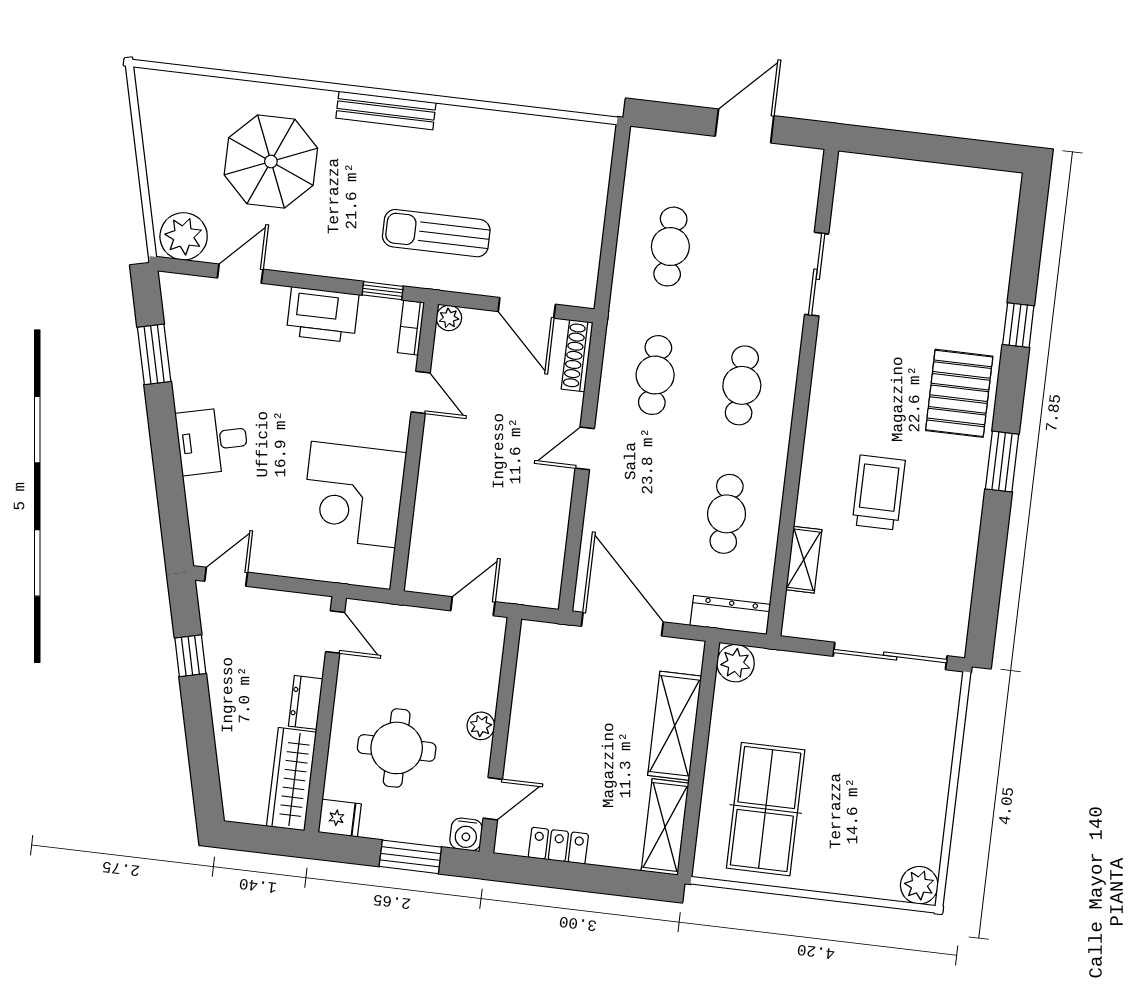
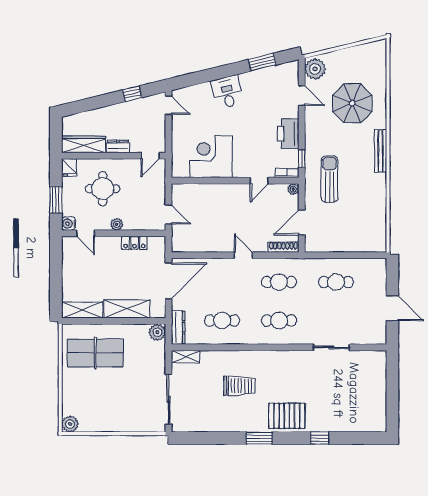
shelving: (804, 560) -> (186, 357), moved
locker: (558, 846) -> (134, 243), moved, turned 90

